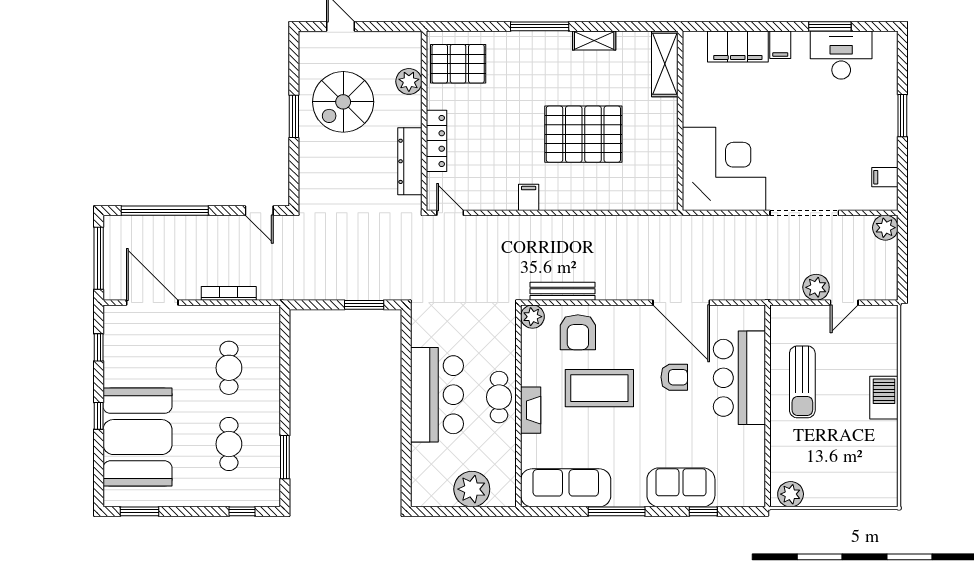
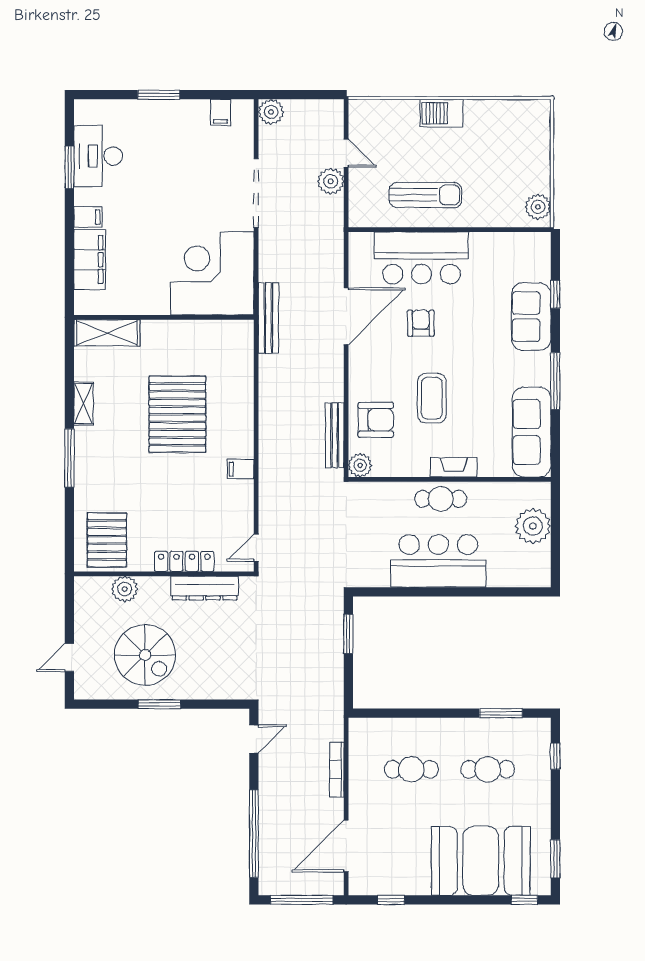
bench: (680, 225) -> (268, 318), added
coffee table: (599, 388) -> (432, 398), width x0.73, depth x0.76
window: (99, 416) -> (524, 900), moved

